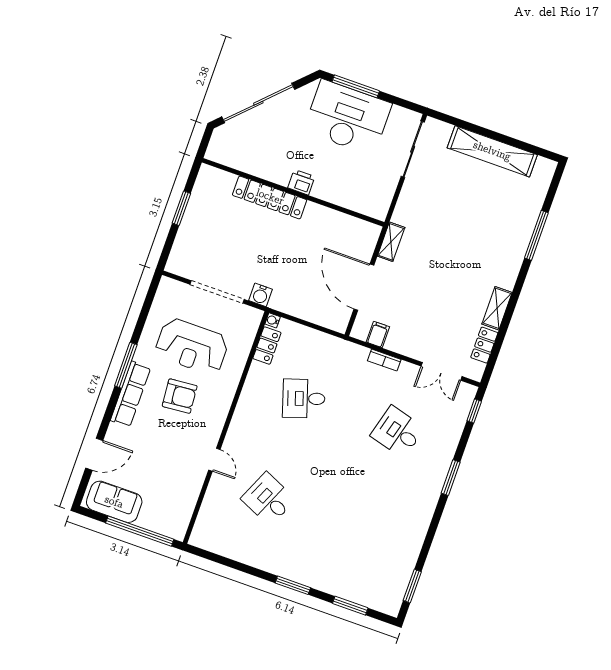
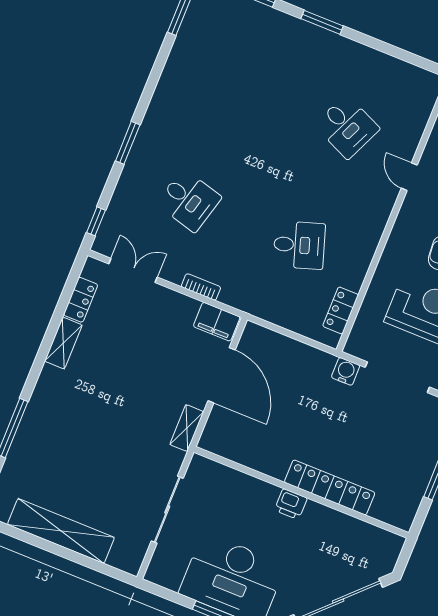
sliding door: (413, 149) -> (167, 510), moved
water cooler: (273, 320) -> (332, 340), removed
filing cabinet: (378, 334) -> (217, 322), width x2.00

